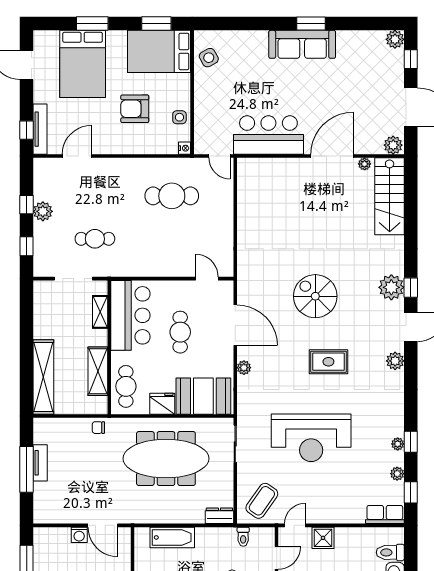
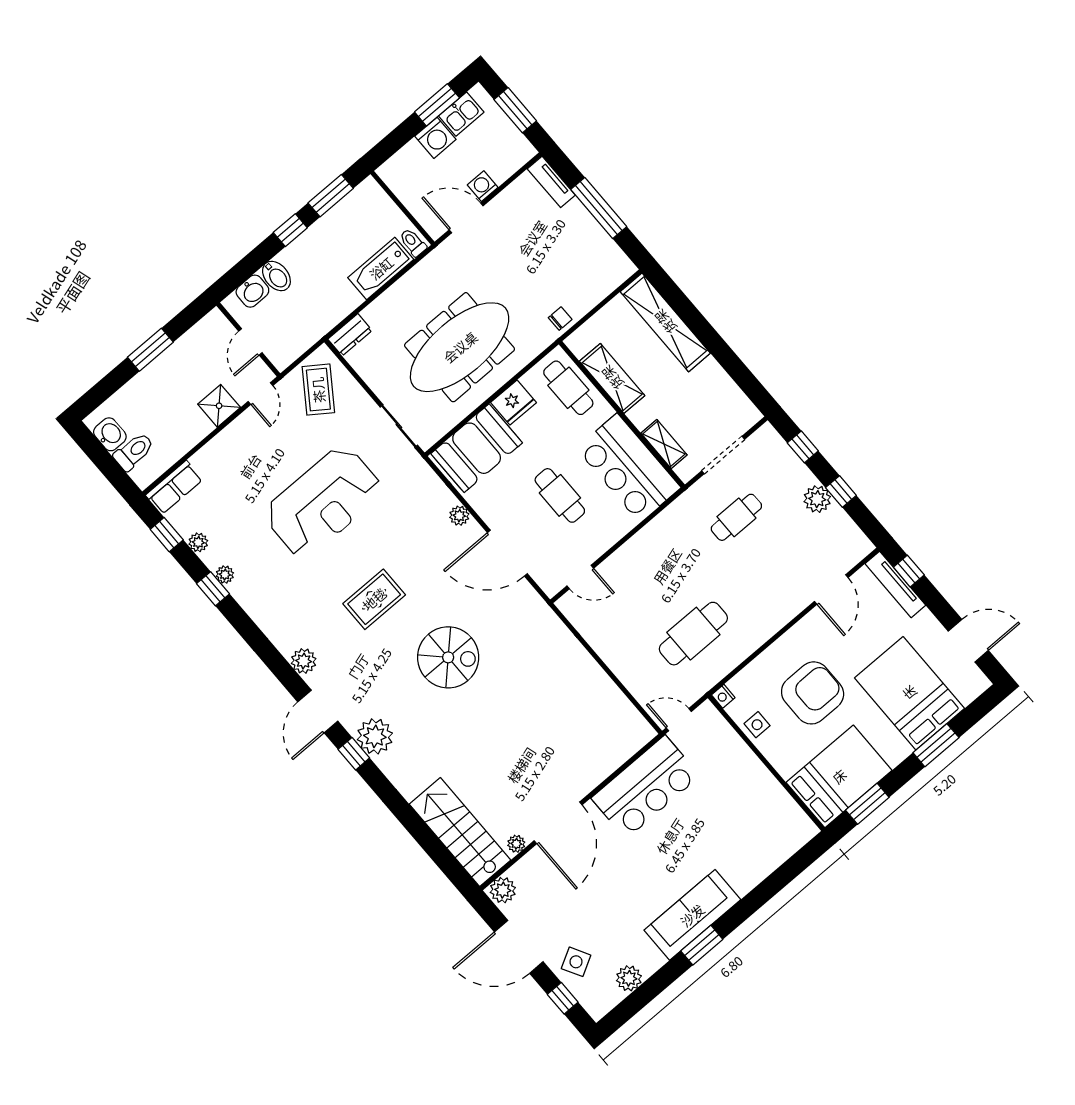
plant: (395, 39) -> (629, 978), moved
side table: (209, 58) -> (576, 962), moved
armchair: (135, 109) -> (813, 693), width x1.36, depth x1.36
reception desk: (311, 438) -> (323, 502), turned 180
tv unit: (40, 463) -> (551, 182), moved
toilet: (243, 537) -> (413, 242), moved

